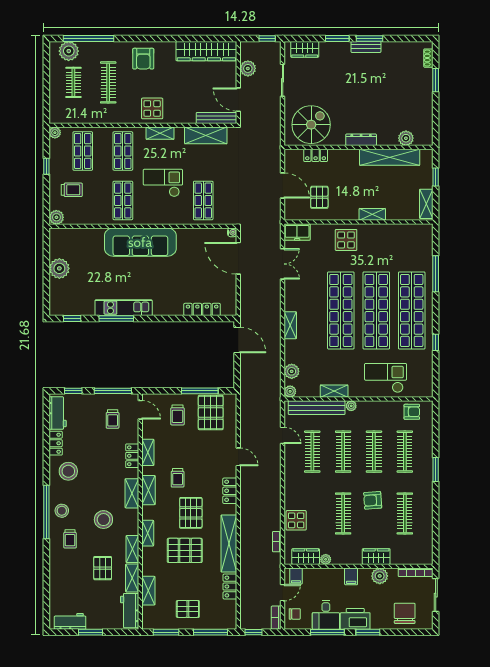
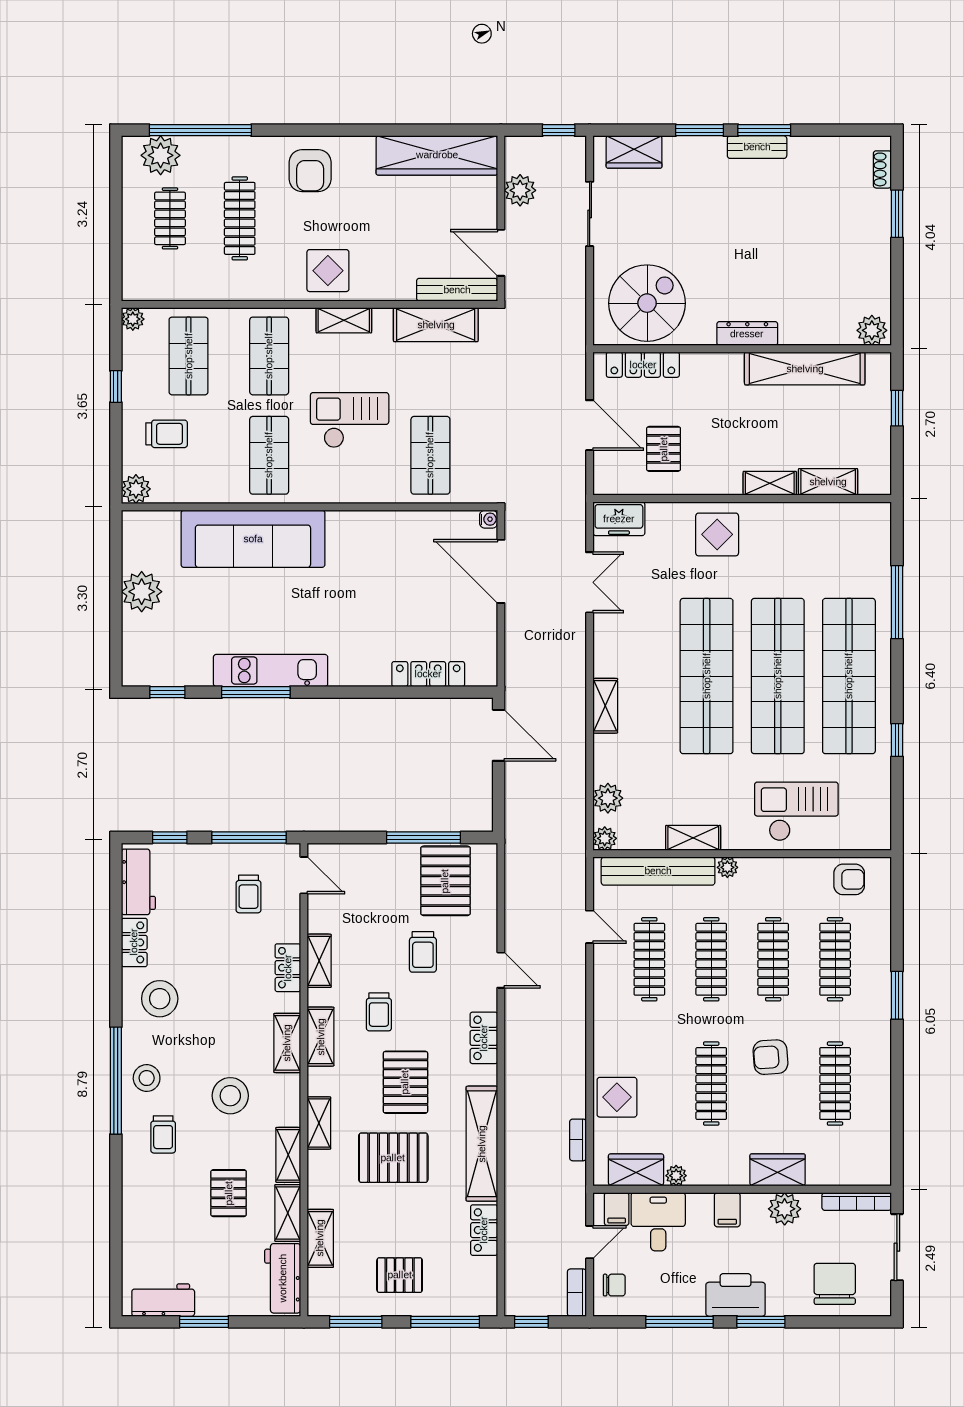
plant: (406, 138) -> (872, 330), moved
locker: (316, 155) -> (643, 365), width x1.53
shelving: (426, 204) -> (828, 482), moved, turned 90
sofa: (140, 242) -> (253, 539), moved
trolley: (177, 415) -> (423, 952), moved
desk: (326, 615) -> (658, 1222), moved, turned 180

